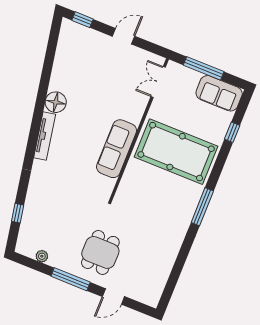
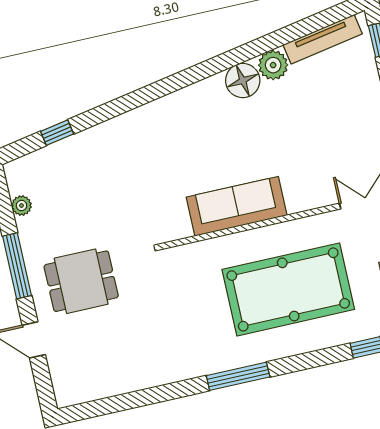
plant: (58, 82) -> (273, 65), added
tv unit: (45, 136) -> (323, 39), moved
pool table: (176, 152) -> (288, 289), turned 90

